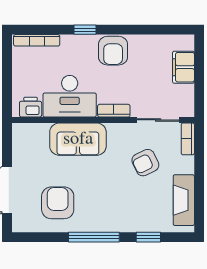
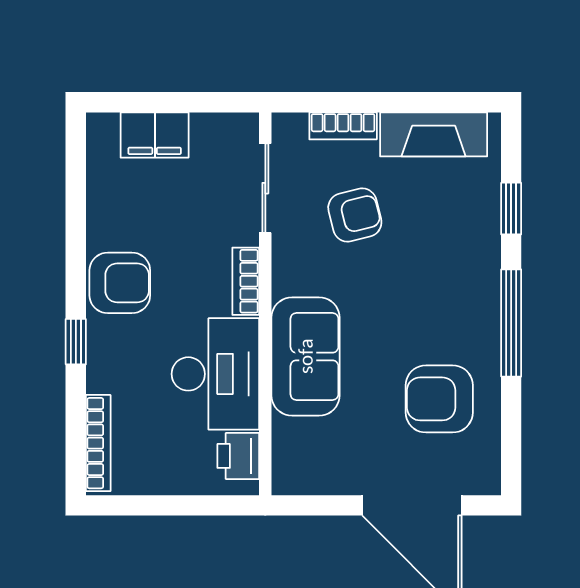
bookcase: (188, 139) -> (343, 126), moved
armchair: (145, 163) -> (355, 215), turned -78

